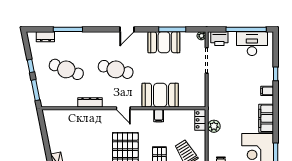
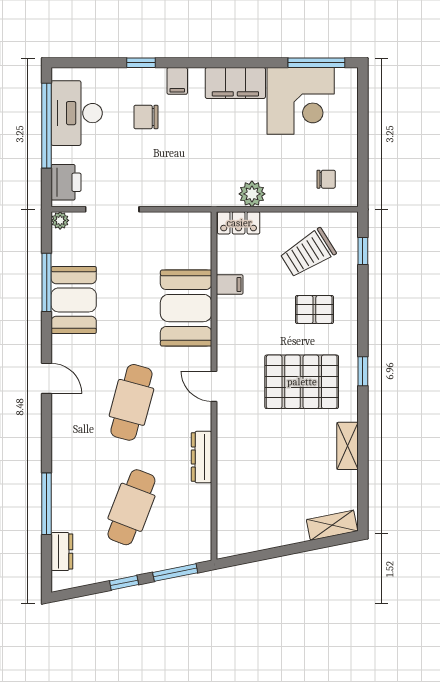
chair: (250, 76) -> (146, 117), added
door: (123, 108) -> (214, 386), swing flipped
filing cabinet: (159, 116) -> (230, 285), moved

